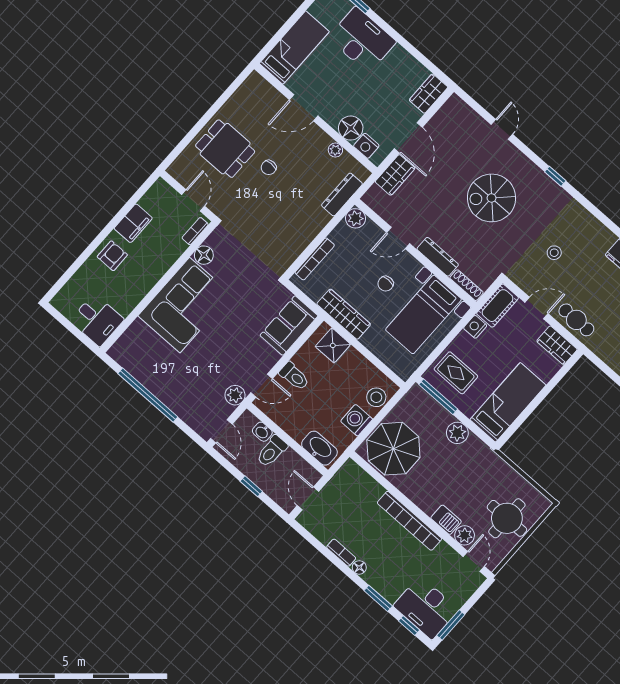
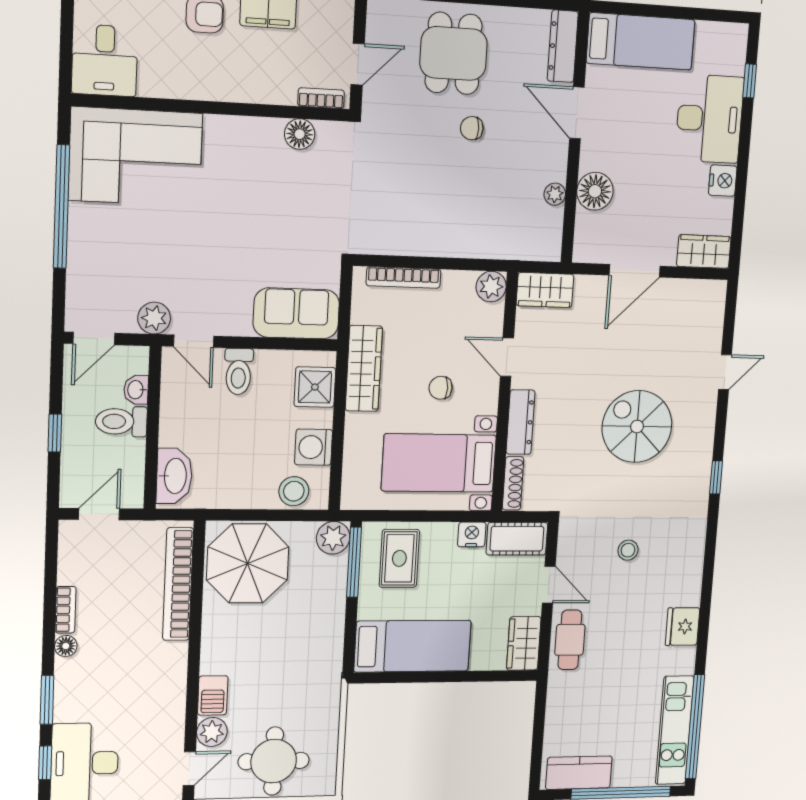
nightstand: (366, 146) -> (723, 181), moved, turned 180
wardrobe: (395, 175) -> (545, 290), moved
dresser: (342, 195) -> (563, 46), moved, turned -90
corner sofa: (185, 305) -> (136, 157), moved
washing machine: (357, 420) -> (314, 447), moved, turned -90
plant: (457, 433) -> (333, 538), moved
bookcase: (409, 521) -> (178, 584), moved

